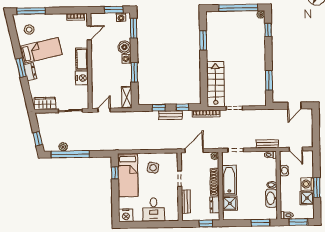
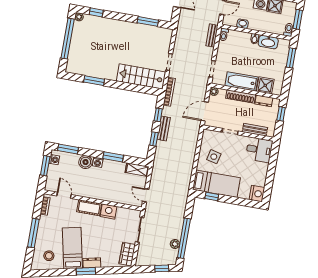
window: (31, 11) -> (33, 233), moved
door: (194, 151) -> (205, 111), hinge flipped
desk: (154, 209) -> (259, 150), moved

